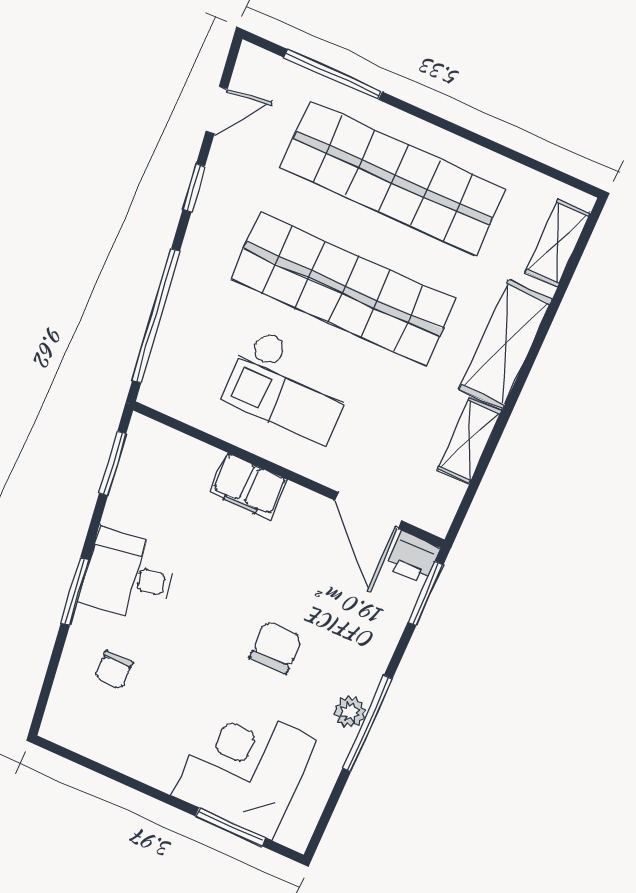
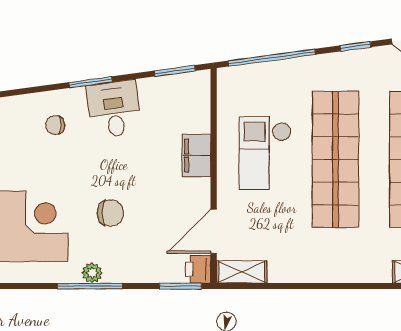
shelving: (506, 344) -> (346, 268), removed
shelving: (470, 440) -> (242, 272), moved

